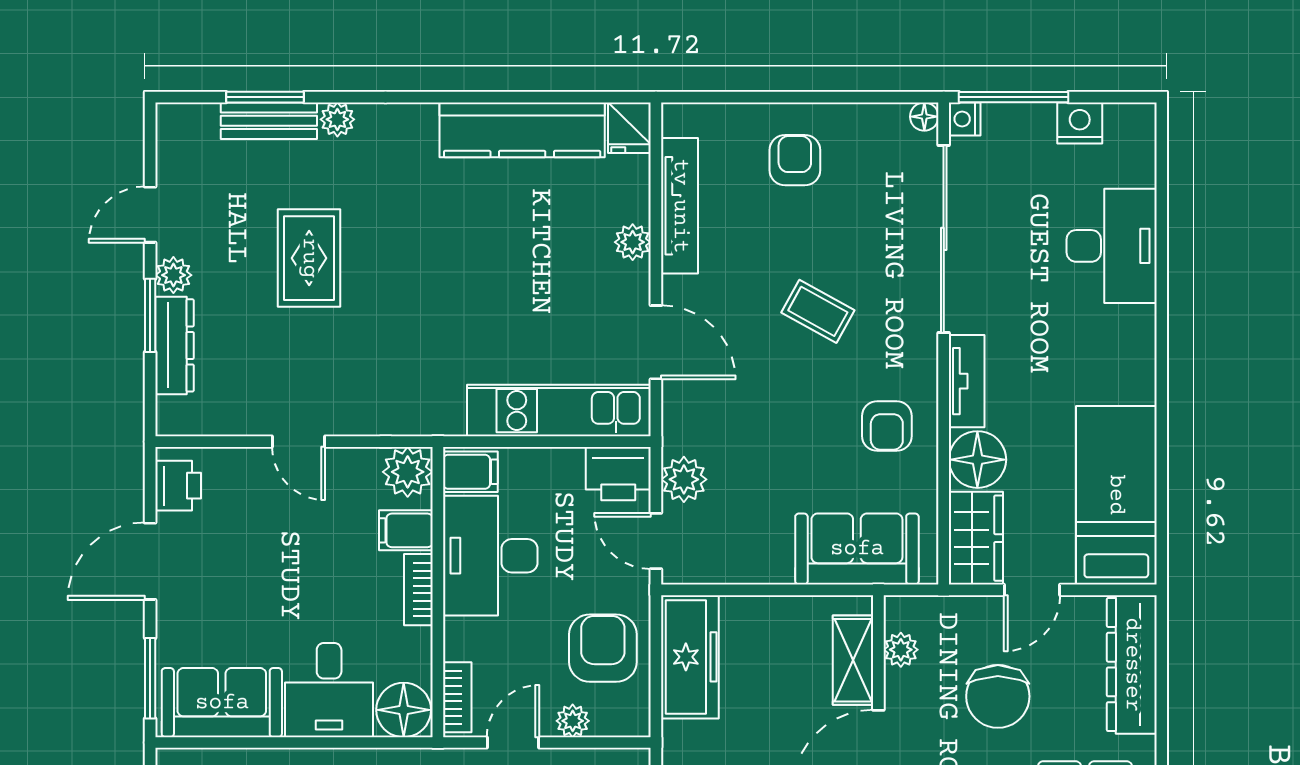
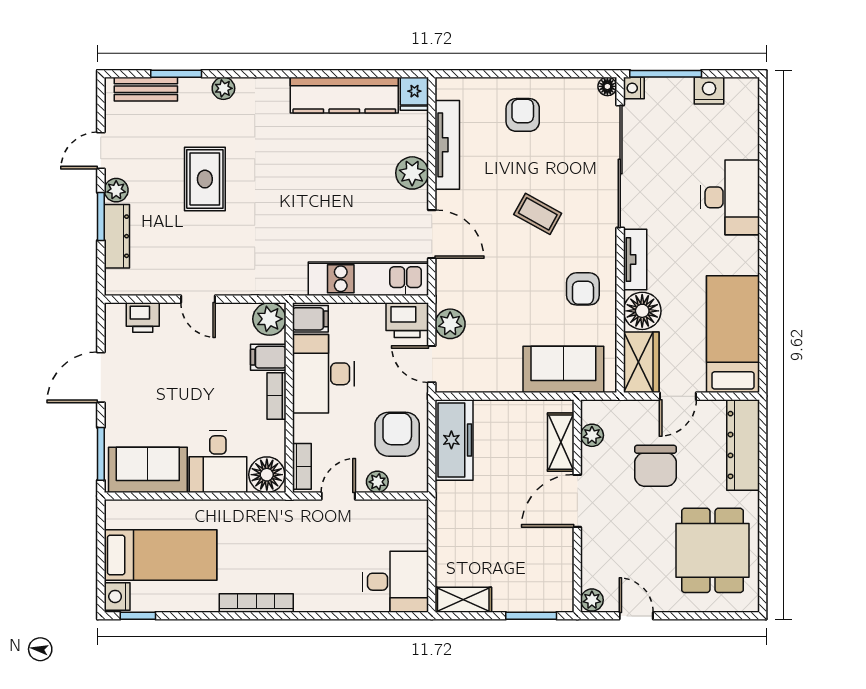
bench: (269, 121) -> (146, 89), moved
plant: (633, 242) -> (412, 173), width x1.38, depth x1.38
desk: (1112, 246) -> (730, 197), moved
printer: (178, 486) -> (143, 317), moved, turned 90

